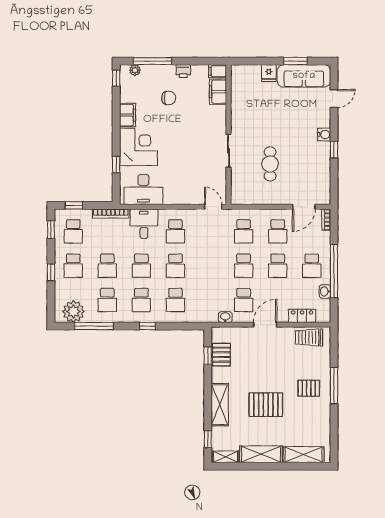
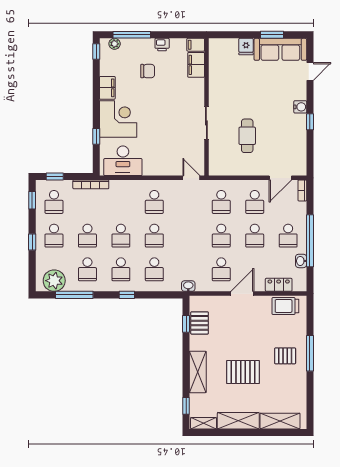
desk: (144, 224) -> (123, 194), removed
washbasin: (225, 317) -> (188, 286), moved

